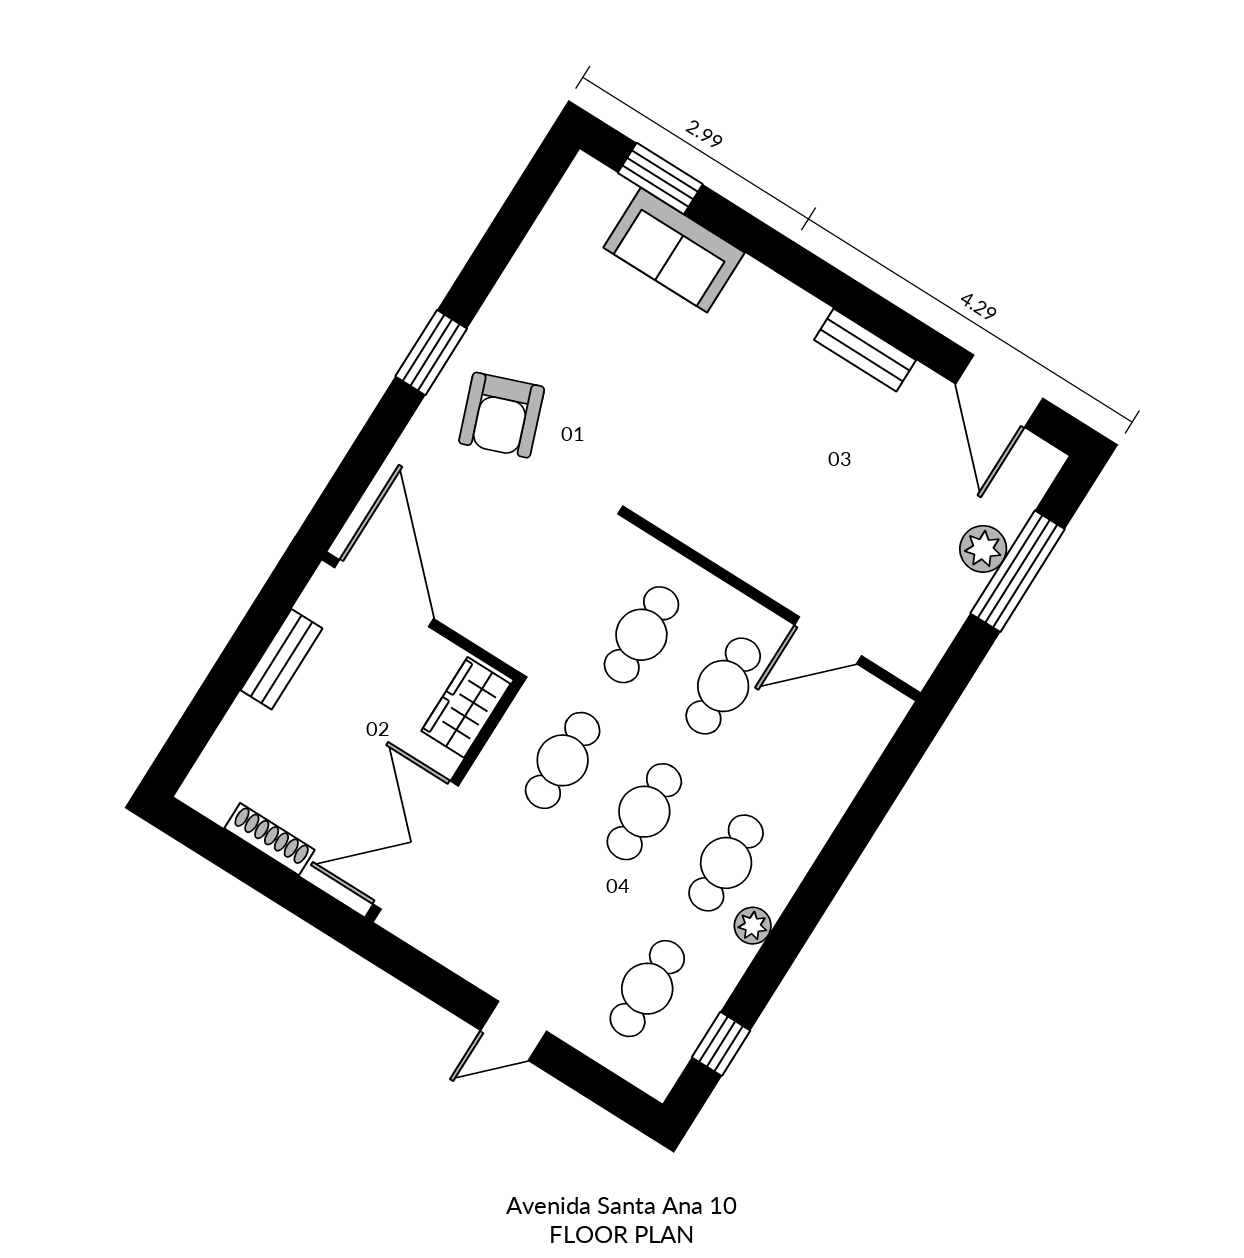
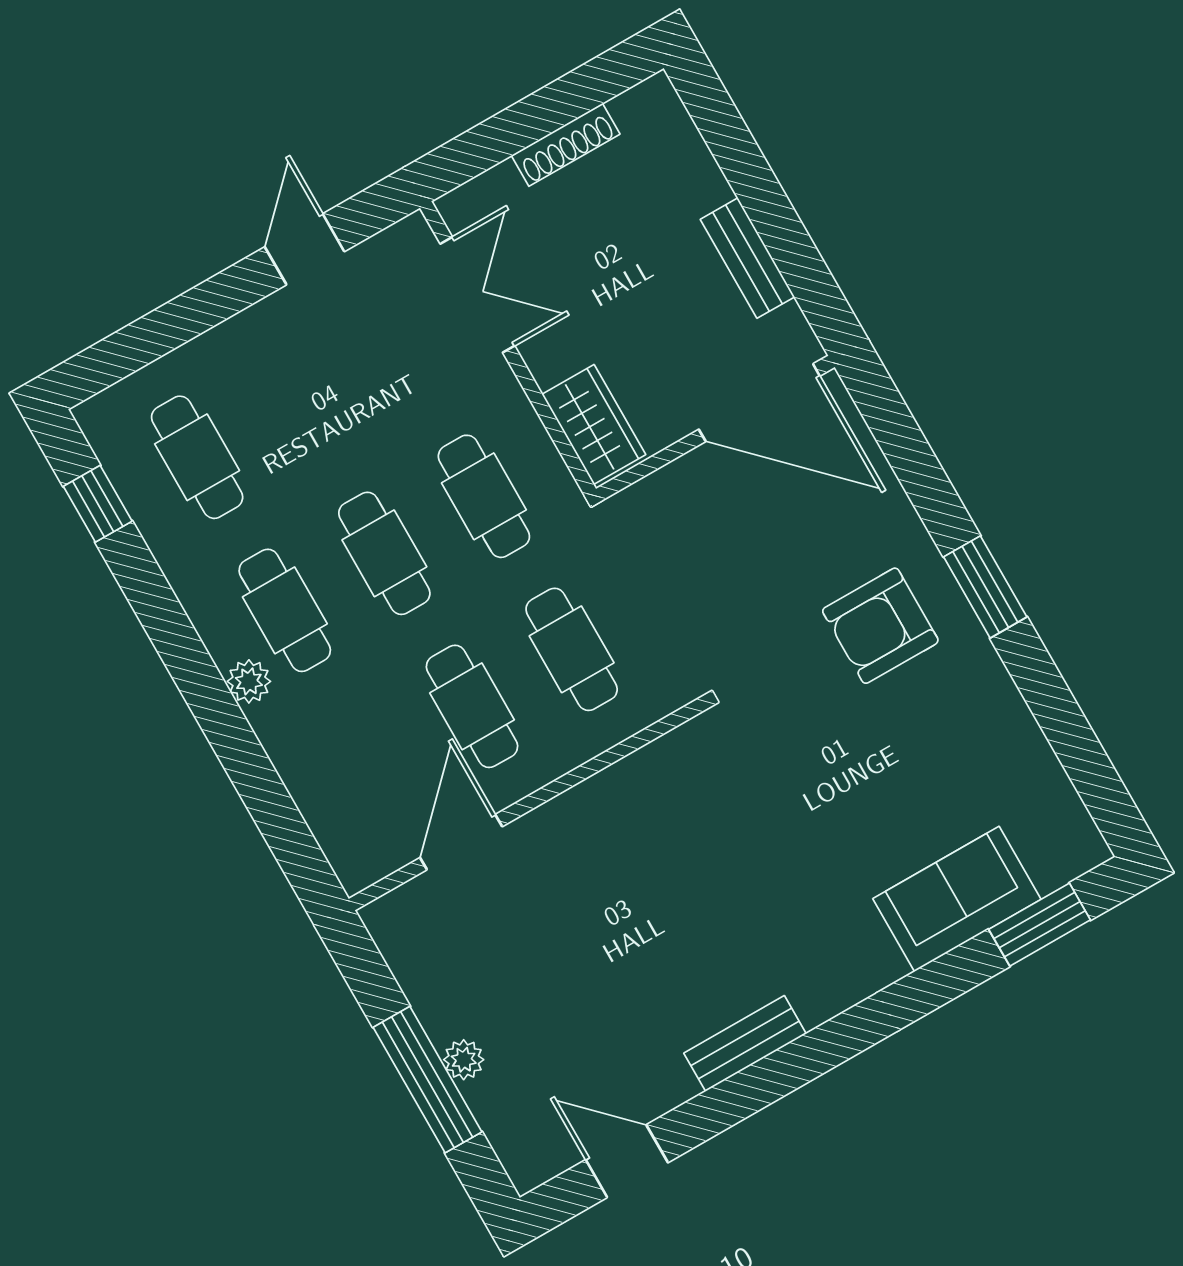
door: (999, 391) -> (627, 1161), width x0.73
armchair: (502, 415) -> (880, 626), turned -70
plant: (983, 549) -> (464, 1060), width x0.73, depth x0.73
double door: (416, 845) -> (477, 295), width x0.73
plant: (753, 926) -> (249, 681), moved
door: (514, 1031) -> (305, 249), moved

